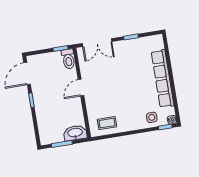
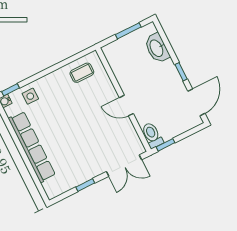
double door: (97, 43) -> (124, 166), swing flipped
door: (81, 88) -> (126, 106), swing flipped
washbasin: (75, 133) -> (157, 48), moved, turned 90

